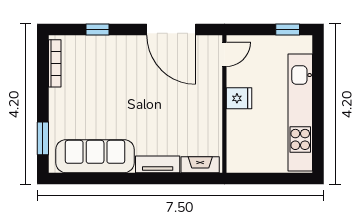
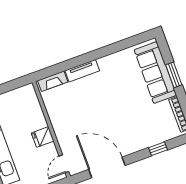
window: (43, 138) -> (174, 75), moved
sofa: (95, 156) -> (155, 73), moved, turned 90

